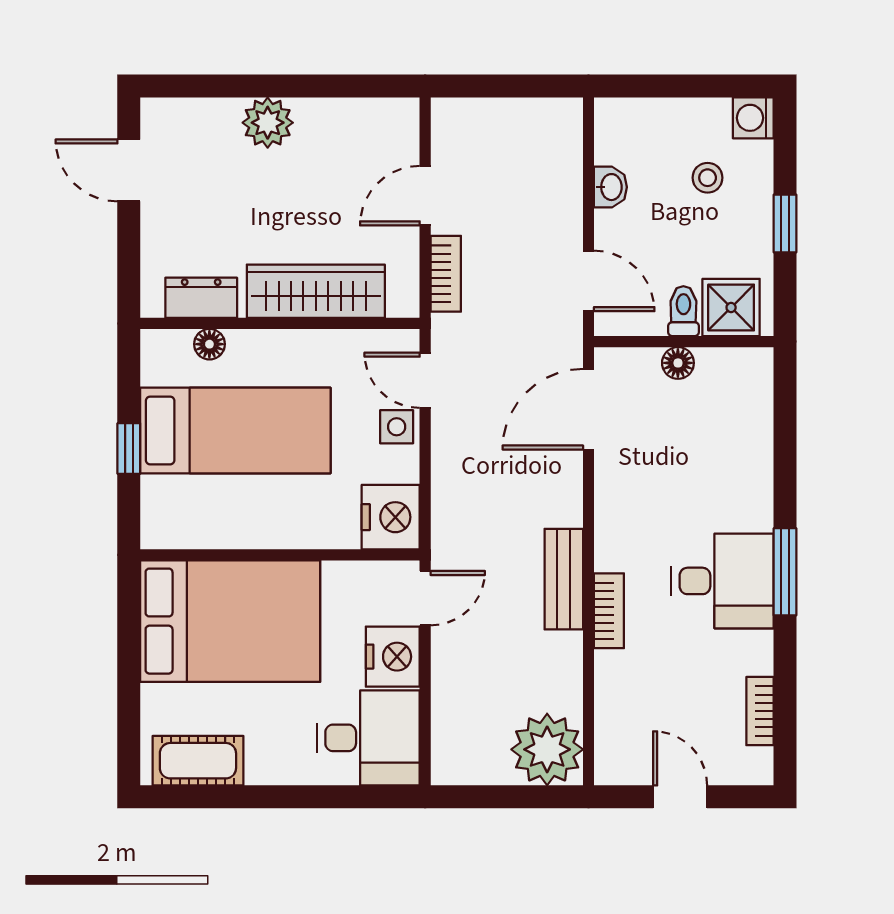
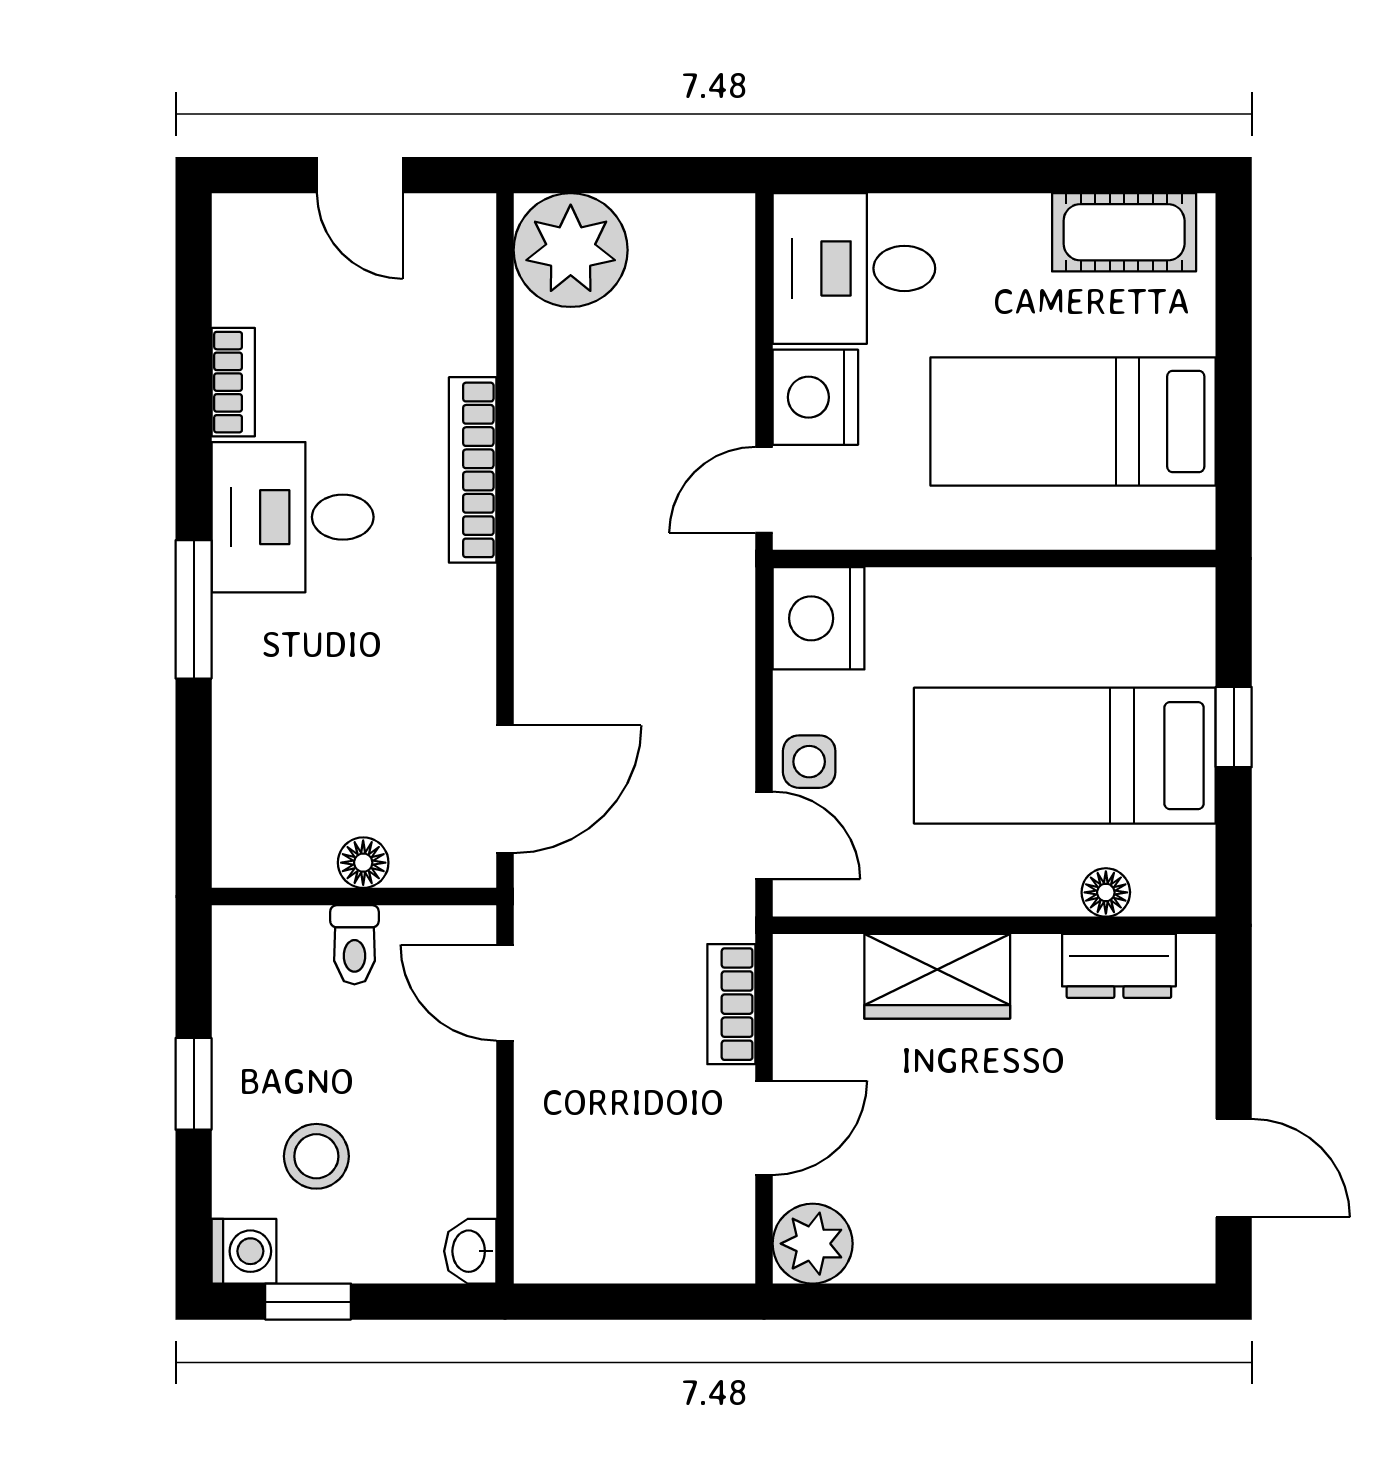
window: (713, 86) -> (308, 1302), added
plant: (268, 123) -> (813, 1244), moved
stool: (708, 178) -> (316, 1156), width x1.37, depth x1.37
washbasin: (610, 187) -> (470, 1251), moved
wardrobe: (316, 291) -> (937, 976), width x0.67
shower: (731, 307) -> (279, 951), removed
window: (785, 572) -> (194, 609), moved
bench: (564, 579) -> (544, 520), removed
bookcase: (609, 611) -> (473, 470), width x1.56
bed: (230, 621) -> (1073, 421), width x0.67
bookcase: (760, 711) -> (233, 382), moved

